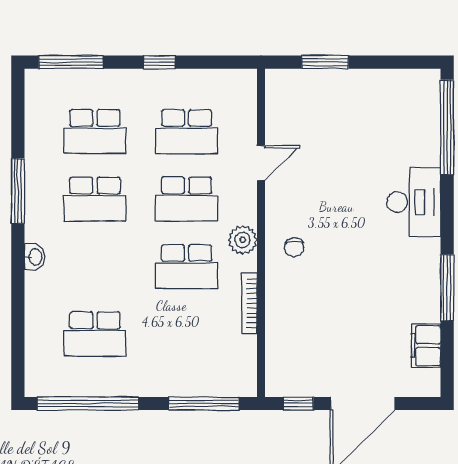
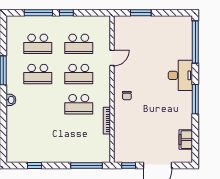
window: (71, 62) -> (38, 13), moved
plant: (243, 240) -> (104, 92), removed
window: (447, 288) -> (195, 99), moved
school desk: (95, 334) -> (38, 134), removed
window: (88, 404) -> (35, 165), width x0.32

